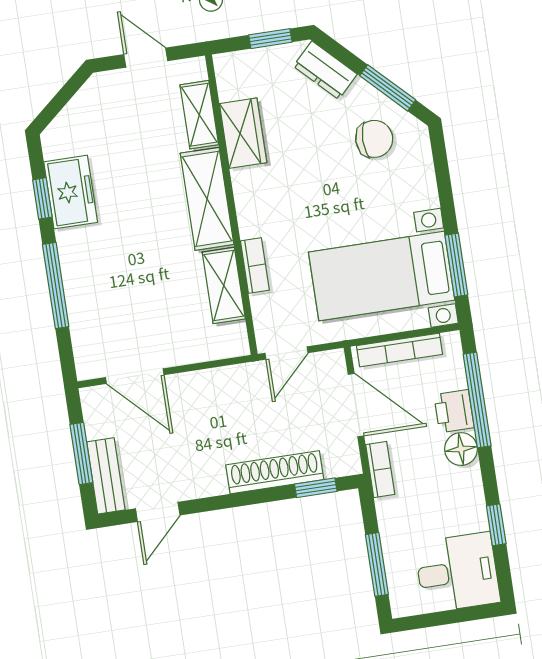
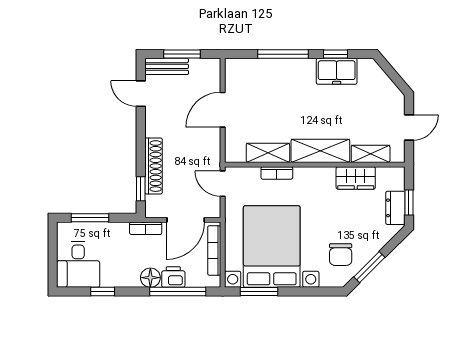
dresser: (325, 70) -> (395, 208), moved, turned -45
bed with nightstands: (382, 276) -> (272, 247), width x1.36
door: (135, 376) -> (223, 110), moved

